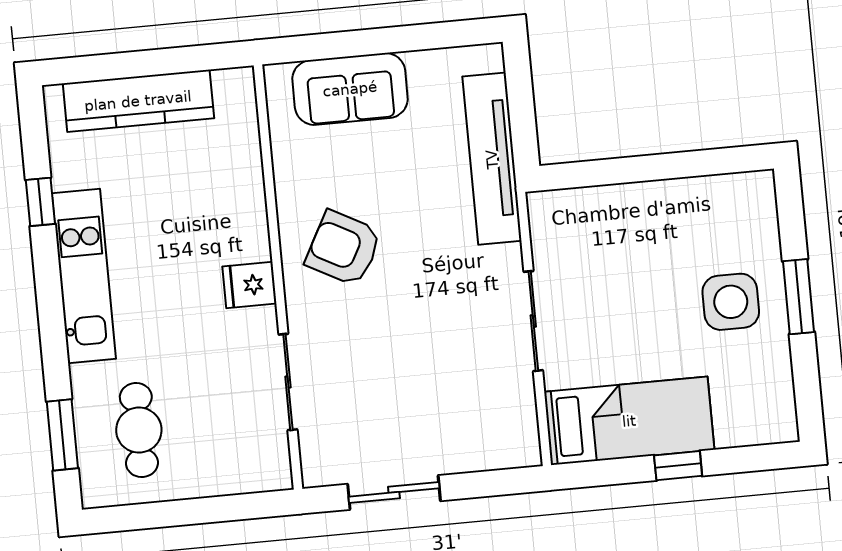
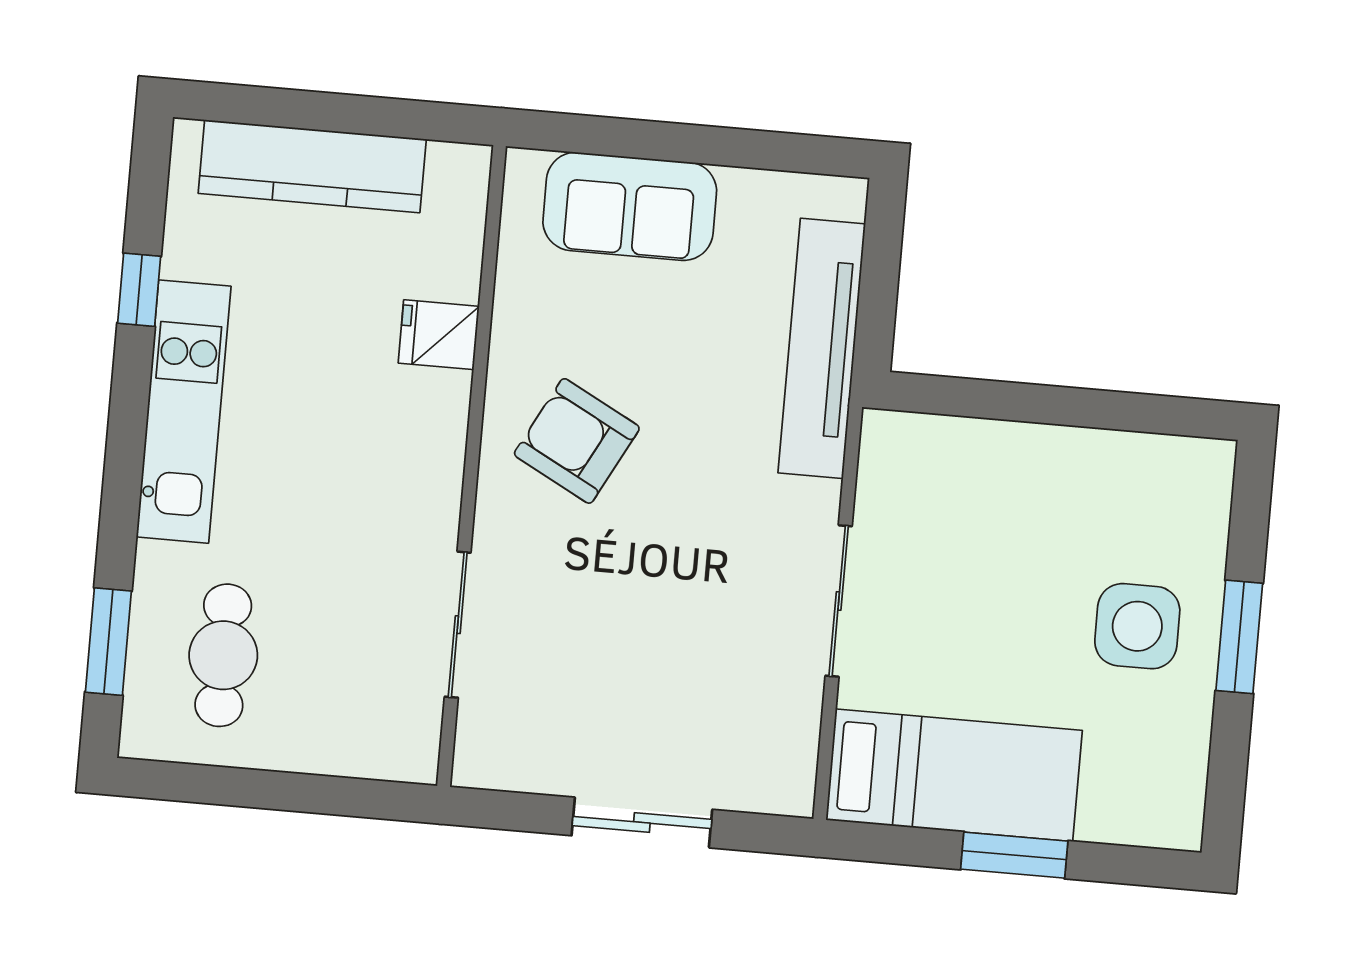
fridge: (249, 285) -> (439, 335), moved
window: (678, 466) -> (1014, 855), width x1.50
sliding door: (394, 492) -> (642, 823), moved

